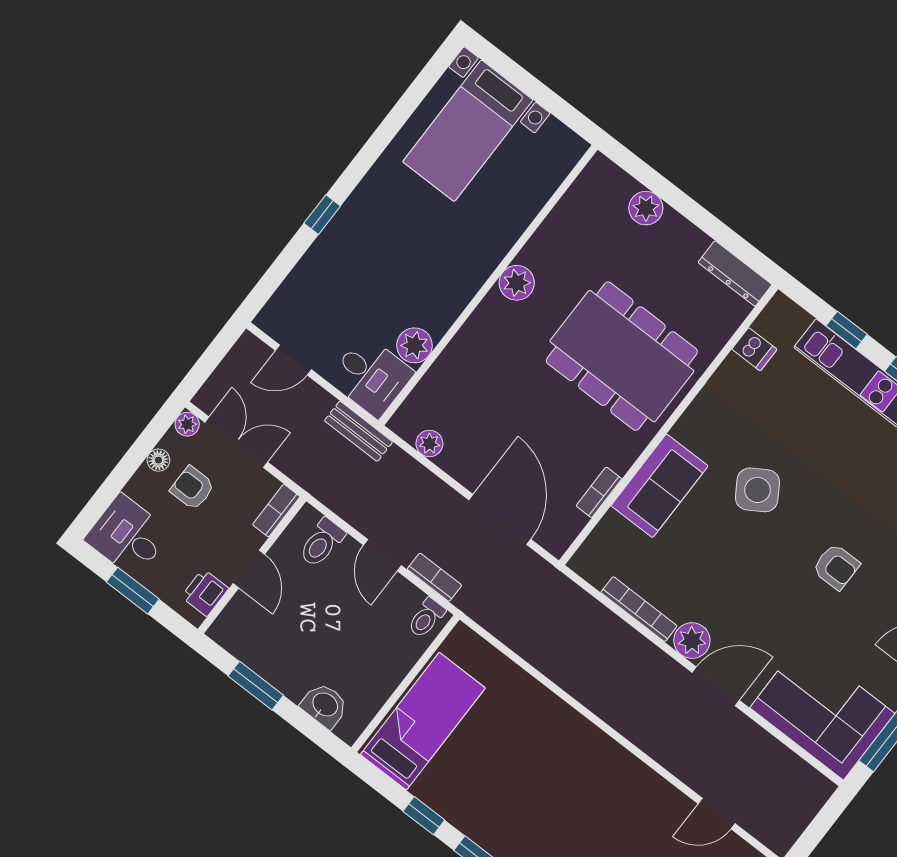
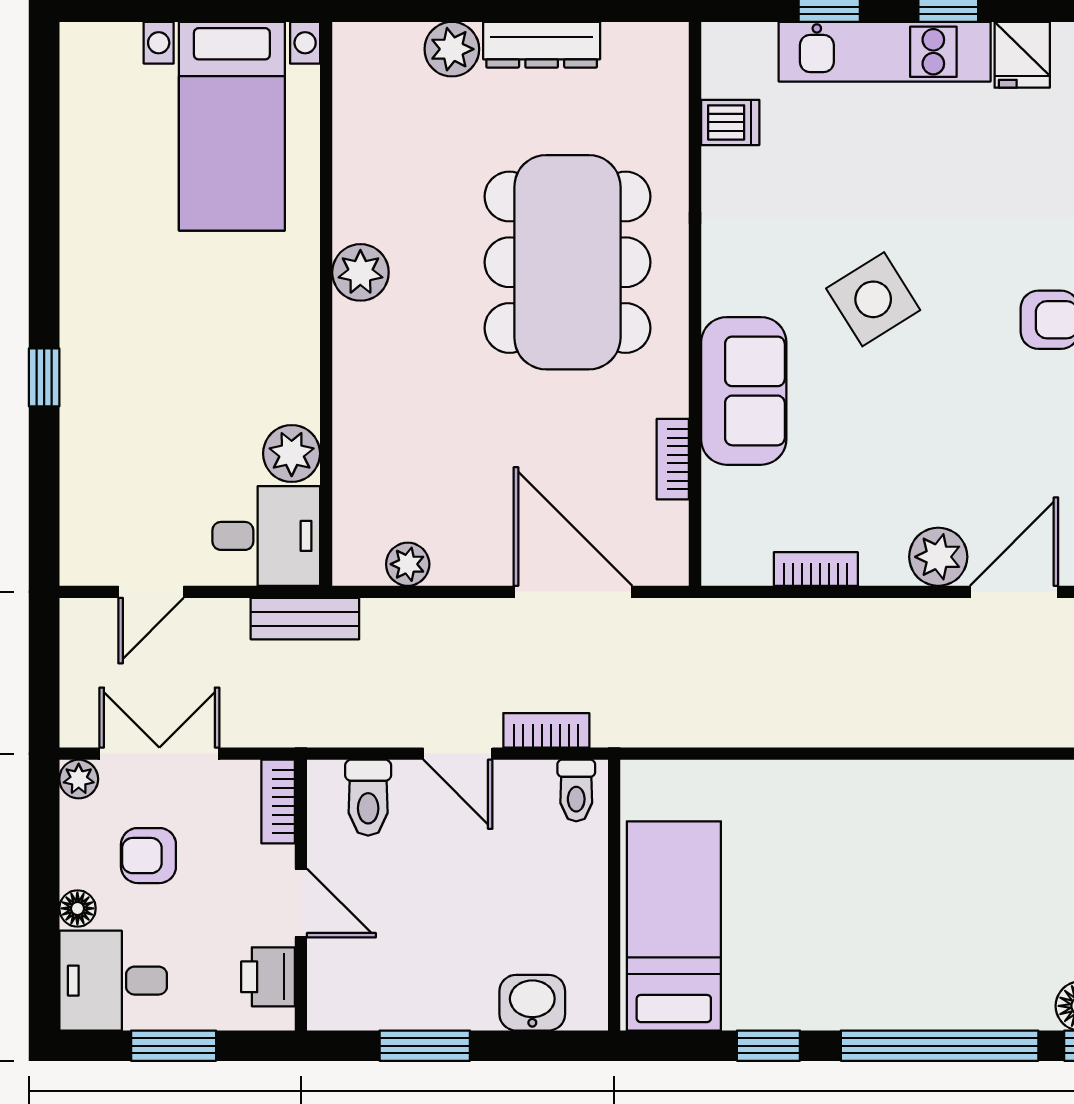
bed with nightstands: (468, 131) -> (232, 126), moved
dresser: (735, 274) -> (542, 45), moved
dining table: (622, 356) -> (567, 262), turned 90
floor lamp: (158, 460) -> (77, 908), moved
bookcase: (639, 609) -> (816, 569), width x0.64

